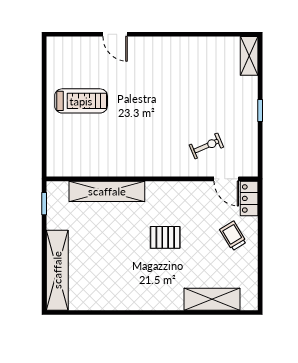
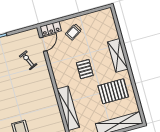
pallet: (115, 275) -> (113, 91), added
shelving: (212, 299) -> (118, 55), moved

